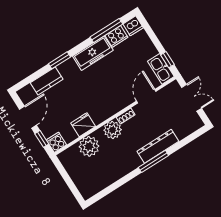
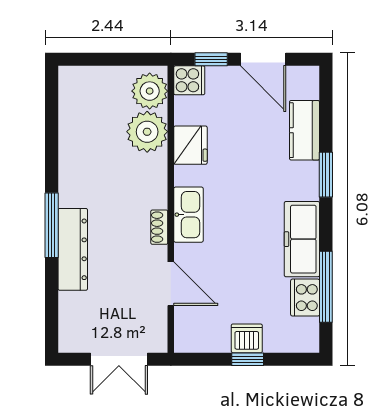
dishwasher: (133, 26) -> (247, 338), moved, turned 90
window: (167, 60) -> (248, 359), moved
kitchen sink: (161, 69) -> (188, 215), moved, turned 90
plant: (113, 130) -> (150, 91), moved

